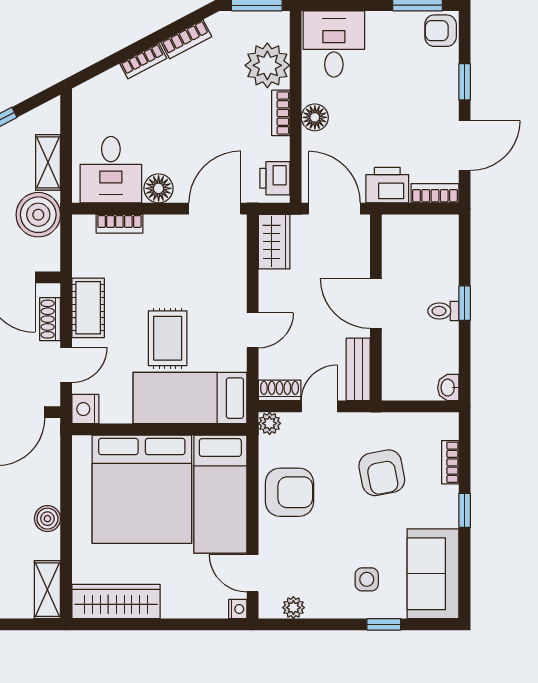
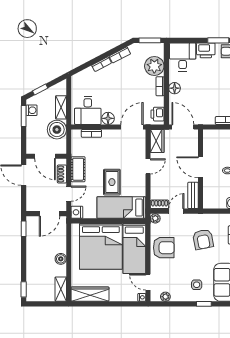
printer: (387, 185) -> (206, 50), moved, turned 180
door: (253, 330) -> (148, 166), moved

